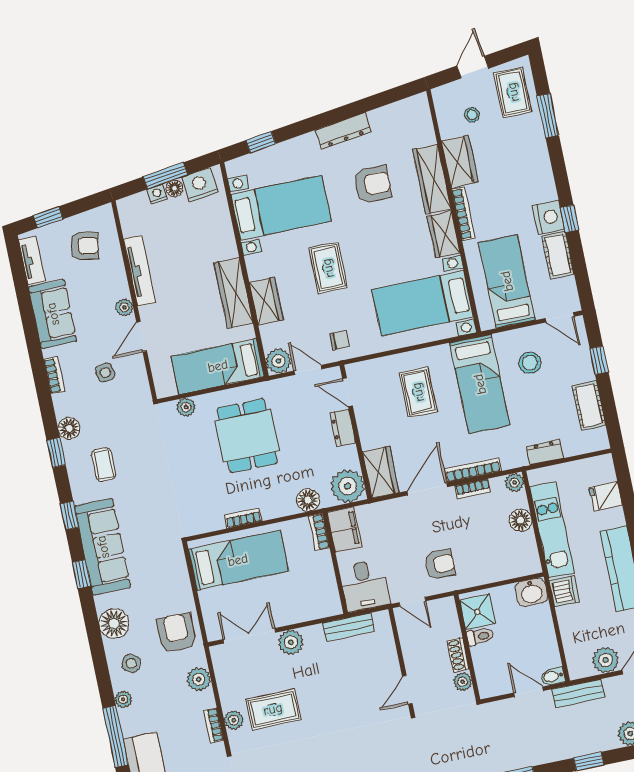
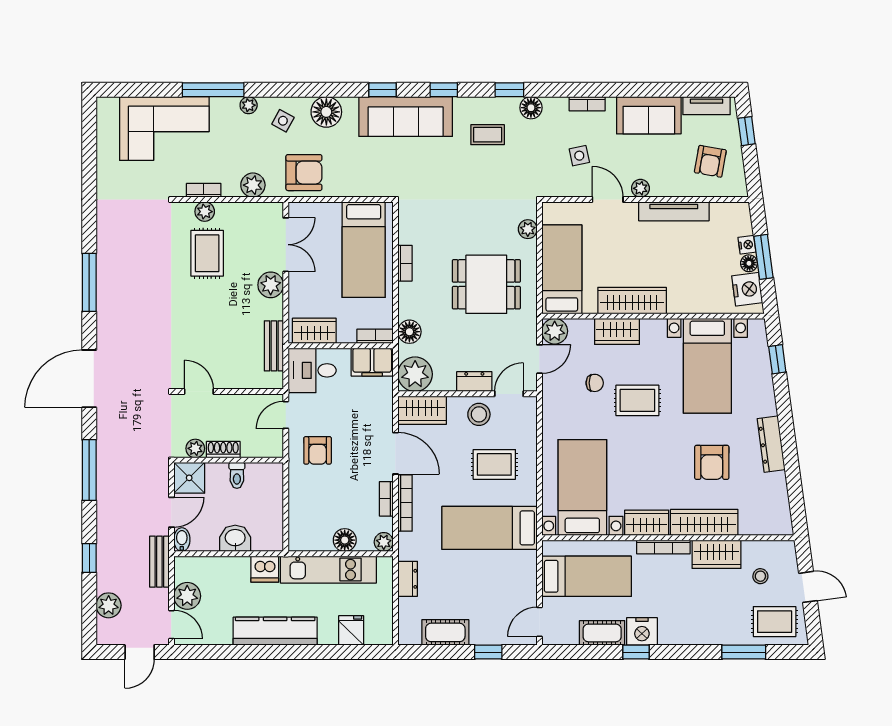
chair: (340, 340) -> (595, 383), moved, turned -90
stool: (530, 363) -> (479, 414), moved
wardrobe: (326, 591) -> (314, 331), added
washbasin: (531, 592) -> (235, 538), moved, turned 90
shower: (477, 612) -> (189, 478), moved

